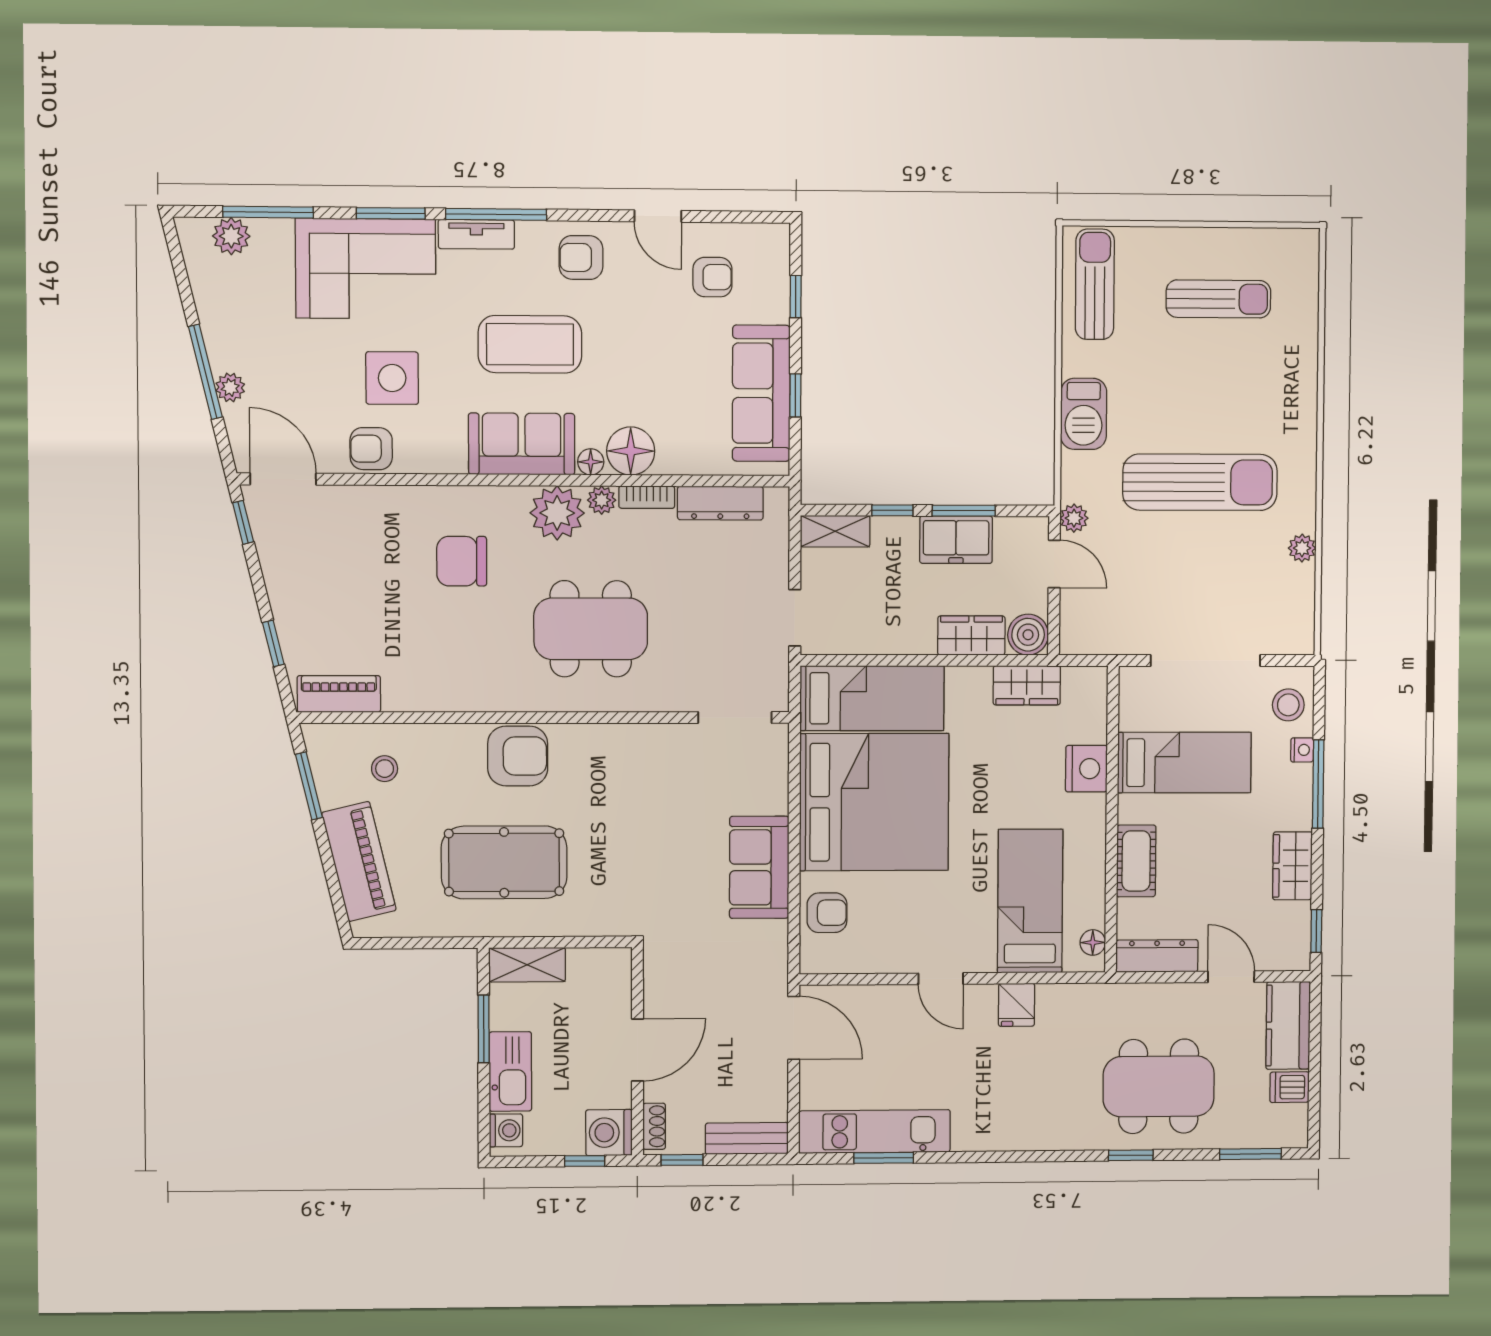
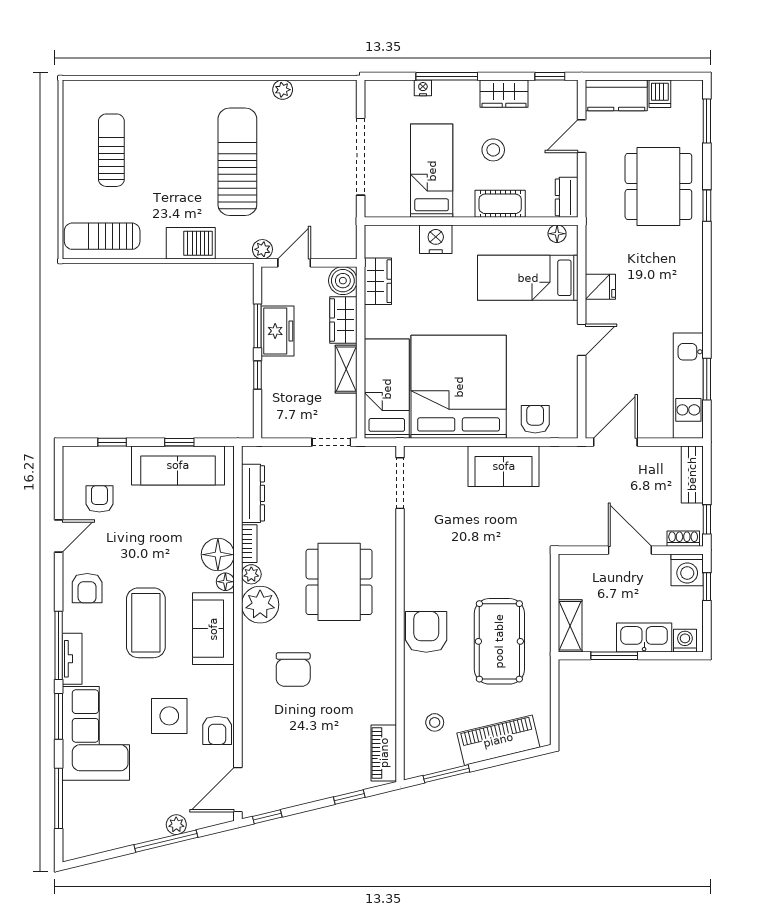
plant: (231, 236) -> (75, 823), removed
shelving: (835, 531) -> (346, 369), moved
stool: (1288, 705) -> (493, 150), moved
dresser: (1157, 956) -> (567, 197), width x0.70

